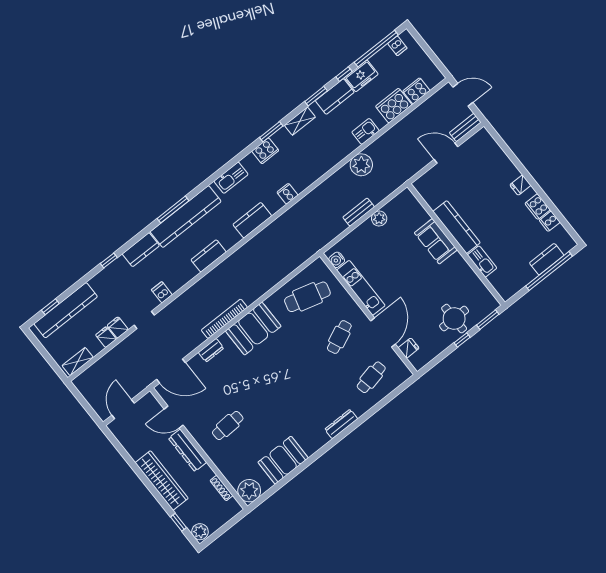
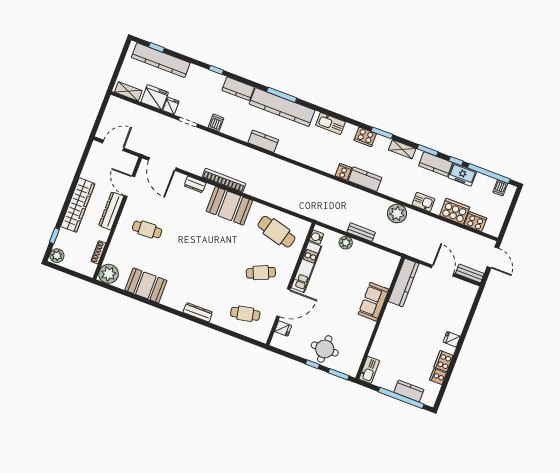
plant: (379, 218) -> (346, 243), moved
kitchen counter: (252, 220) -> (365, 179), moved
kitchen counter: (457, 227) -> (404, 283), moved
kitchen sink: (482, 262) -> (369, 370), moved
fridge: (106, 337) -> (155, 97), width x1.88, depth x1.34

